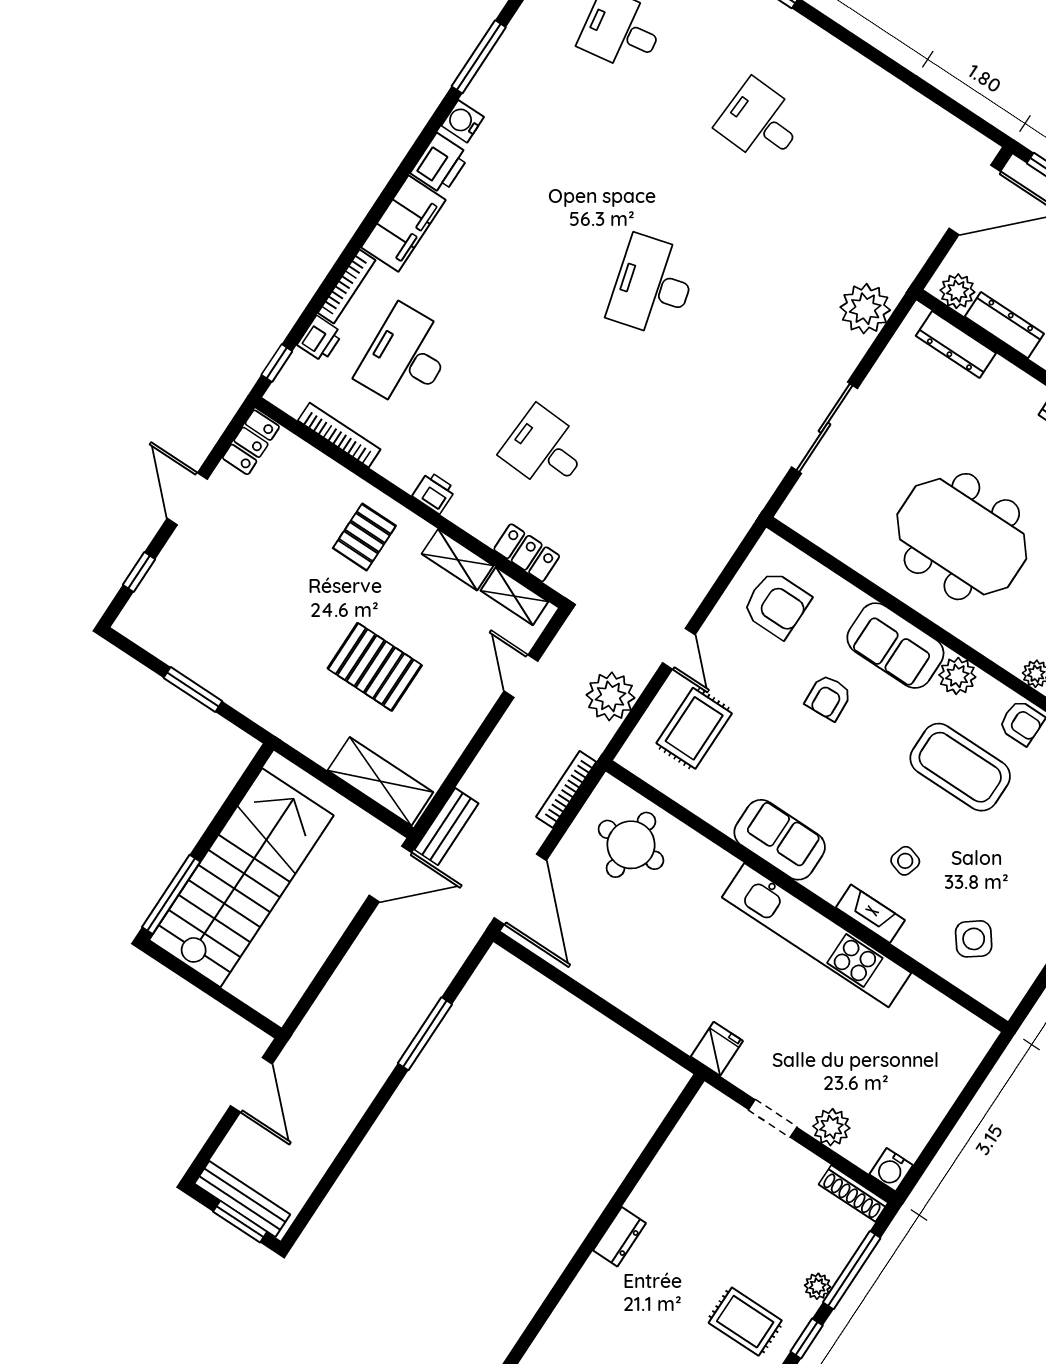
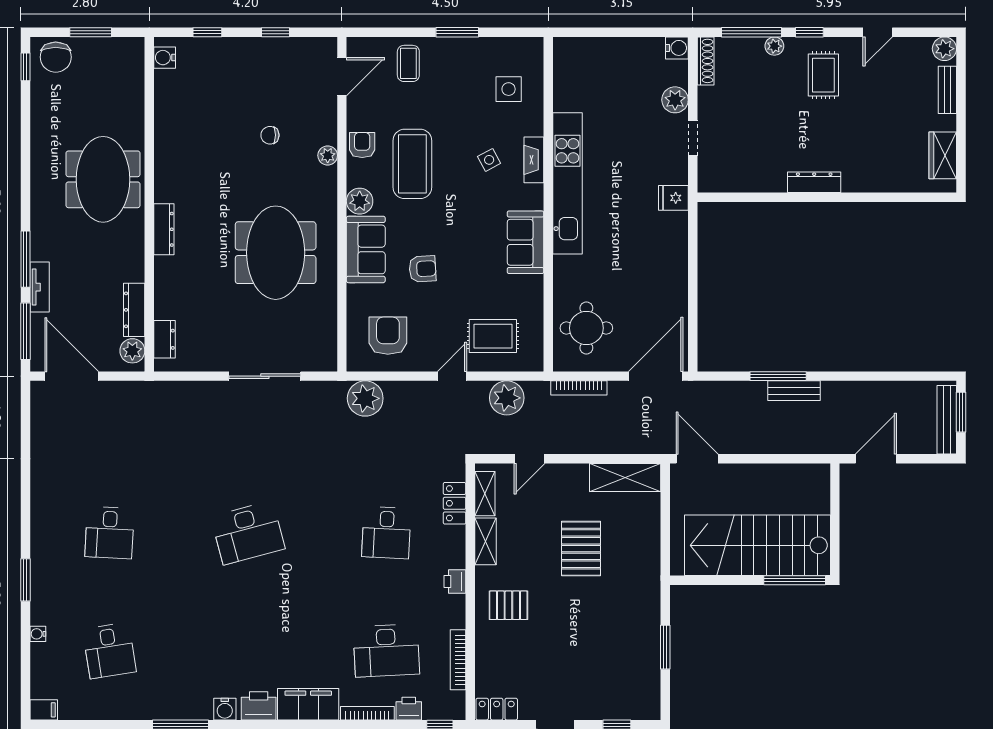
plant: (865, 309) -> (365, 398), moved
dresser: (956, 344) -> (164, 339), width x0.70
shelving: (380, 781) -> (625, 477), moved, turned 90
bench: (446, 827) -> (794, 391), moved
side table: (905, 861) -> (489, 160), turned 45
side table: (974, 939) -> (509, 89), turned 37
dresser: (619, 1237) -> (814, 182), width x1.44

